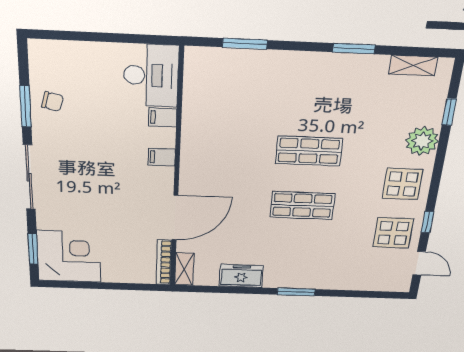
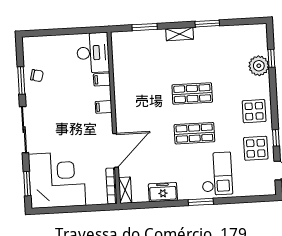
shelving: (413, 65) -> (180, 34), moved
plant: (422, 141) -> (259, 66), moved
corner desk: (69, 257) -> (57, 180), width x1.36, depth x1.36
checkout: (327, 260) -> (217, 174), added

